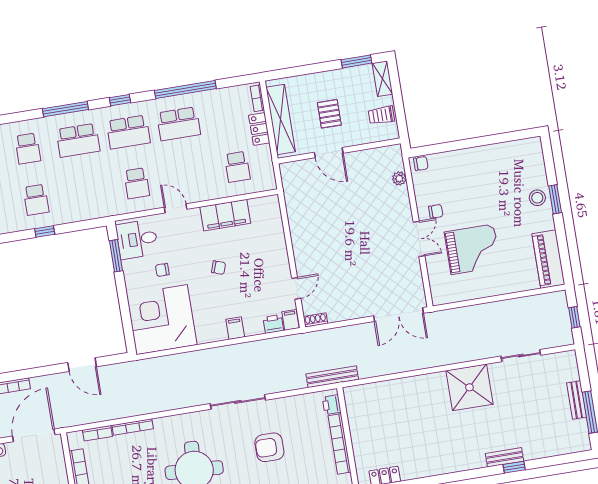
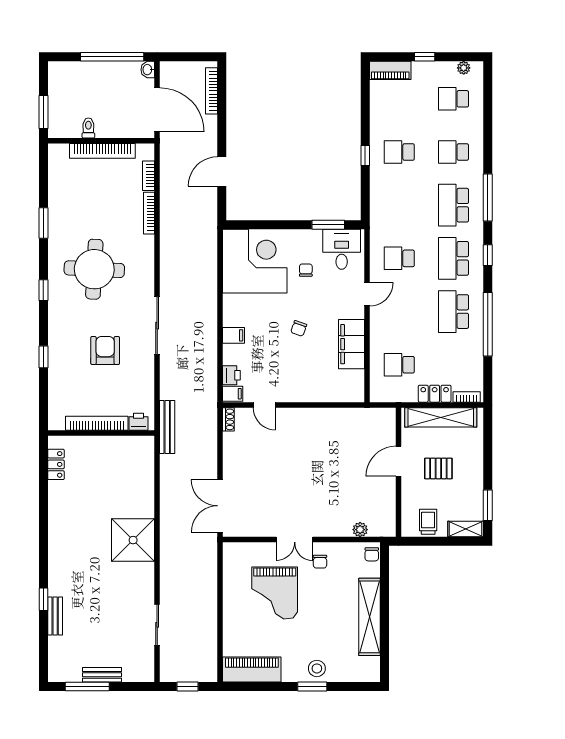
shelving: (480, 156) -> (370, 617), added
shower: (469, 387) -> (133, 540), moved
bench: (504, 457) -> (55, 616), moved

